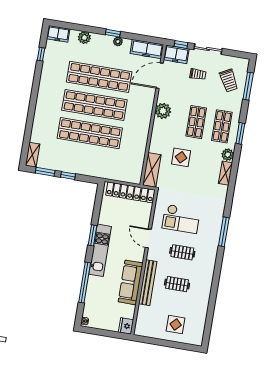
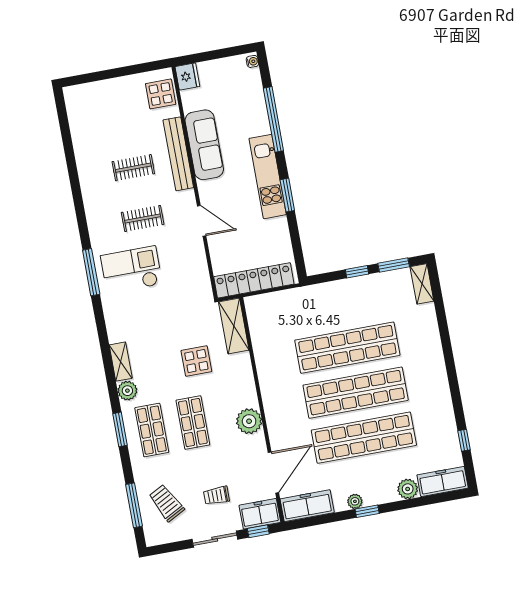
freezer: (58, 34) -> (443, 481), width x1.40
checkout: (181, 219) -> (131, 270), moved
display table: (176, 324) -> (161, 94), moved

